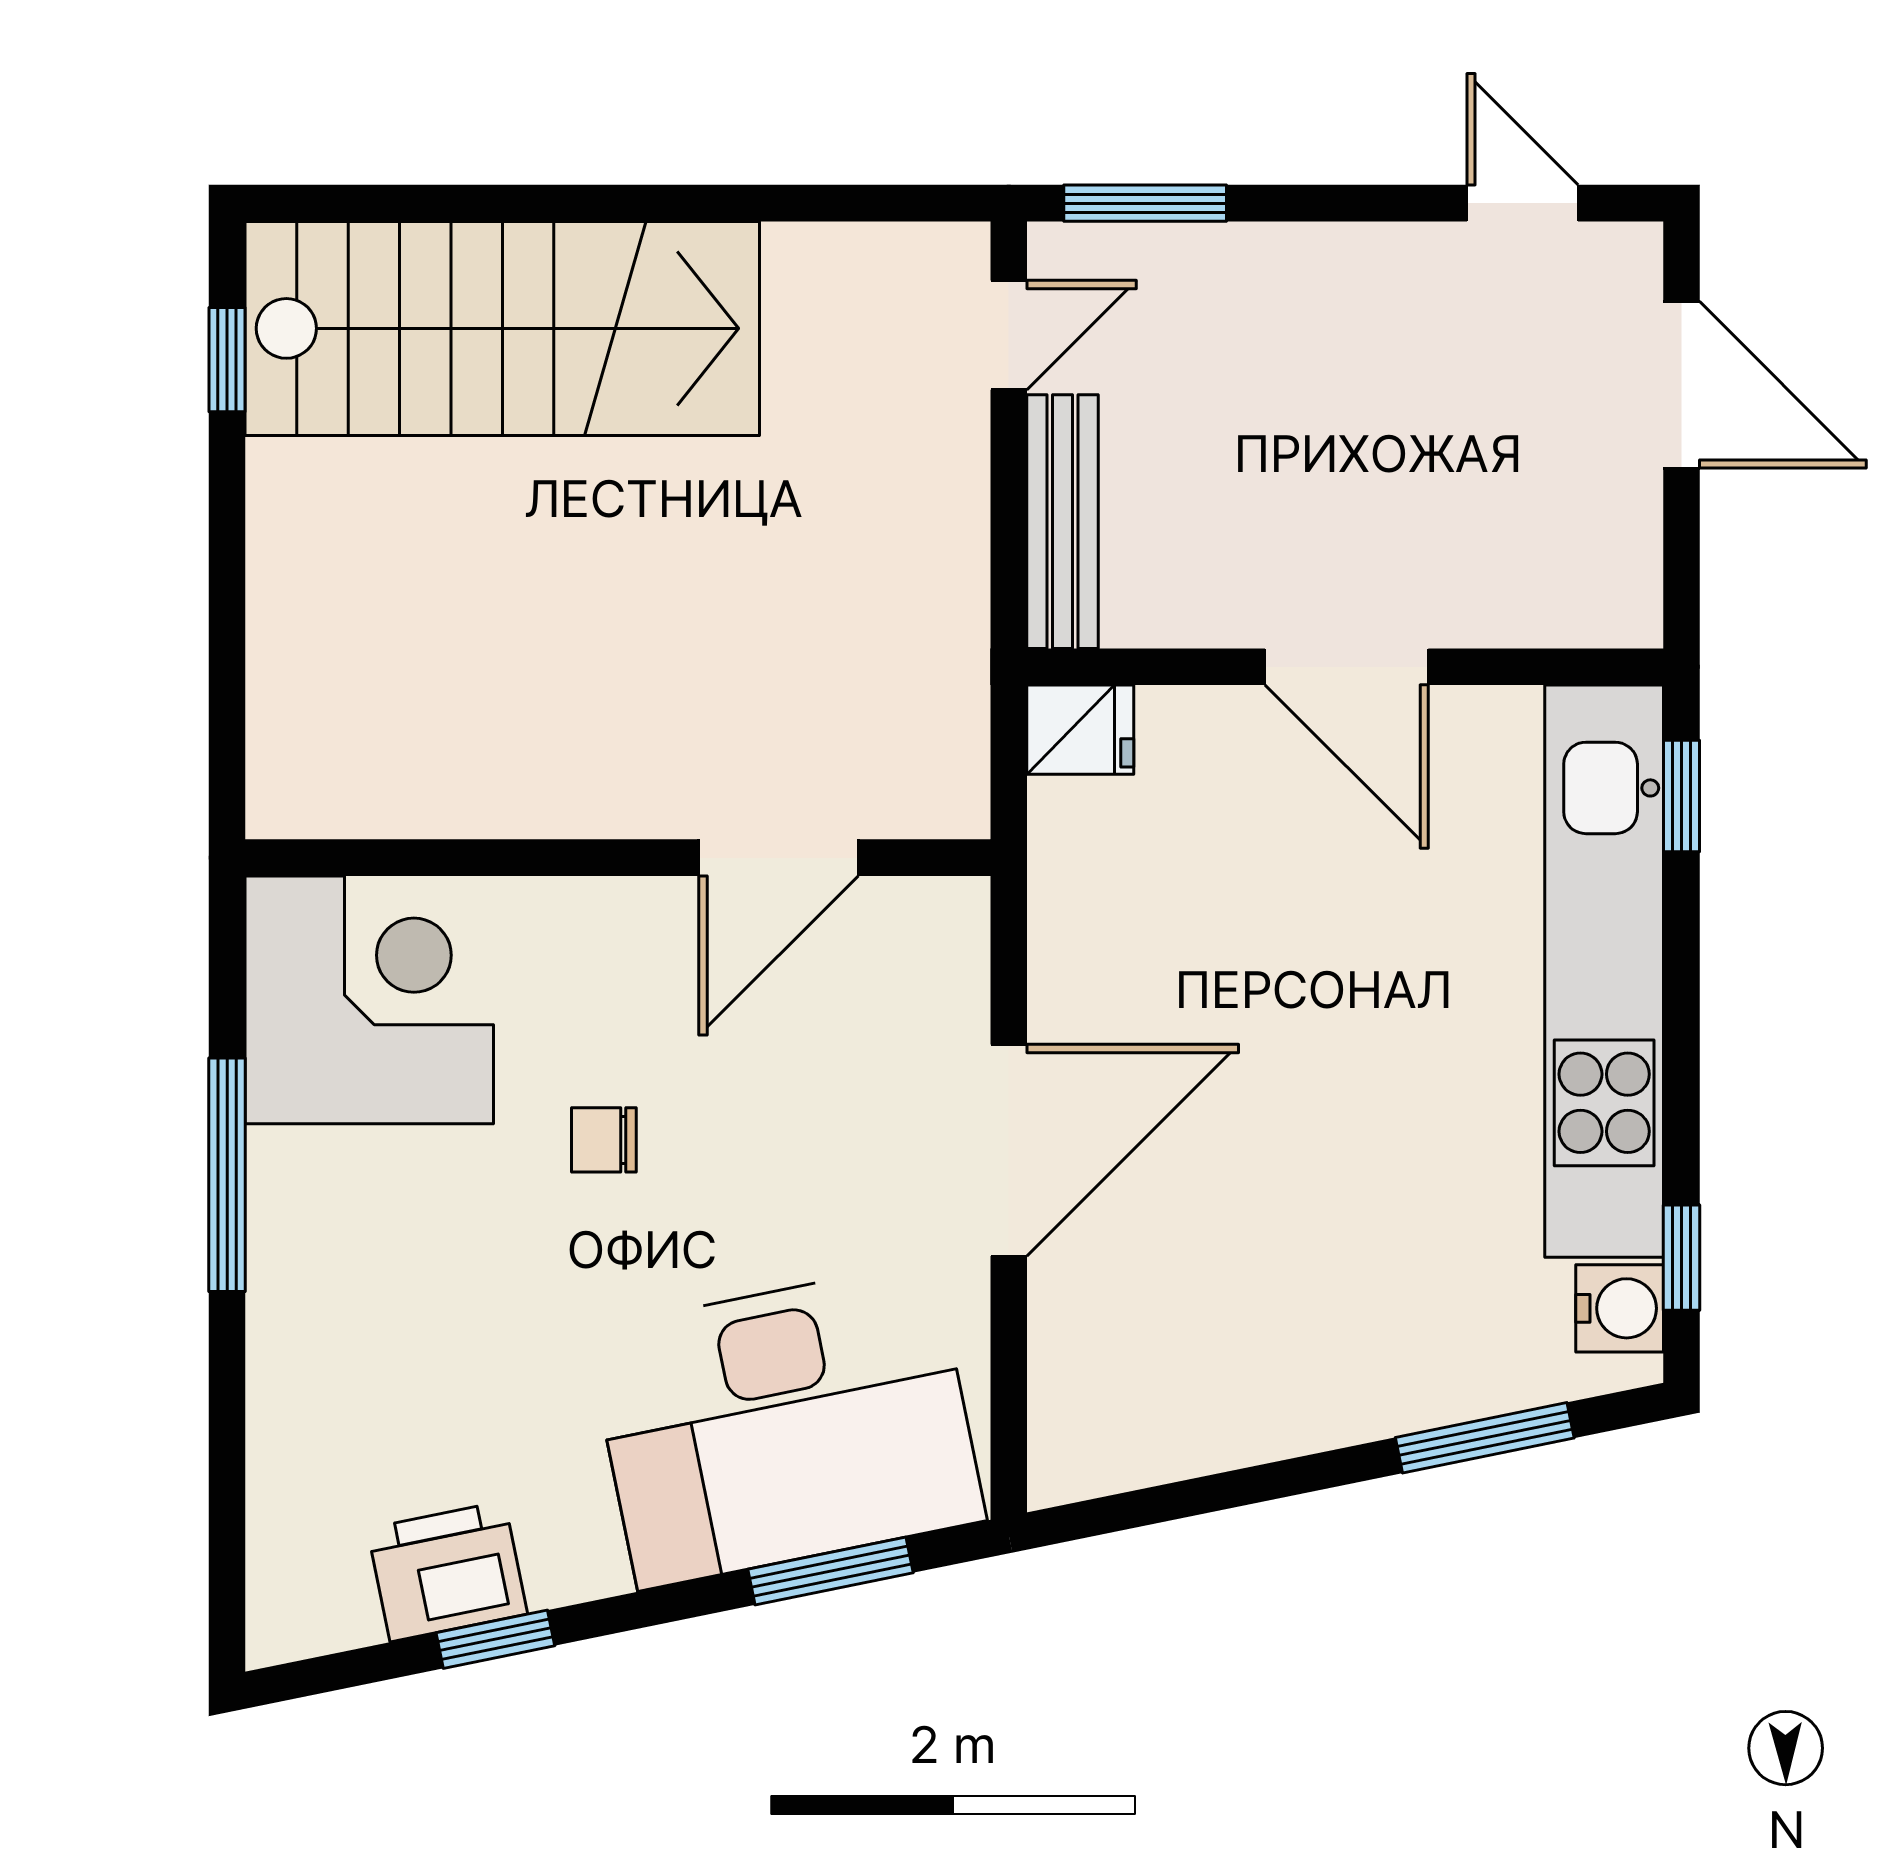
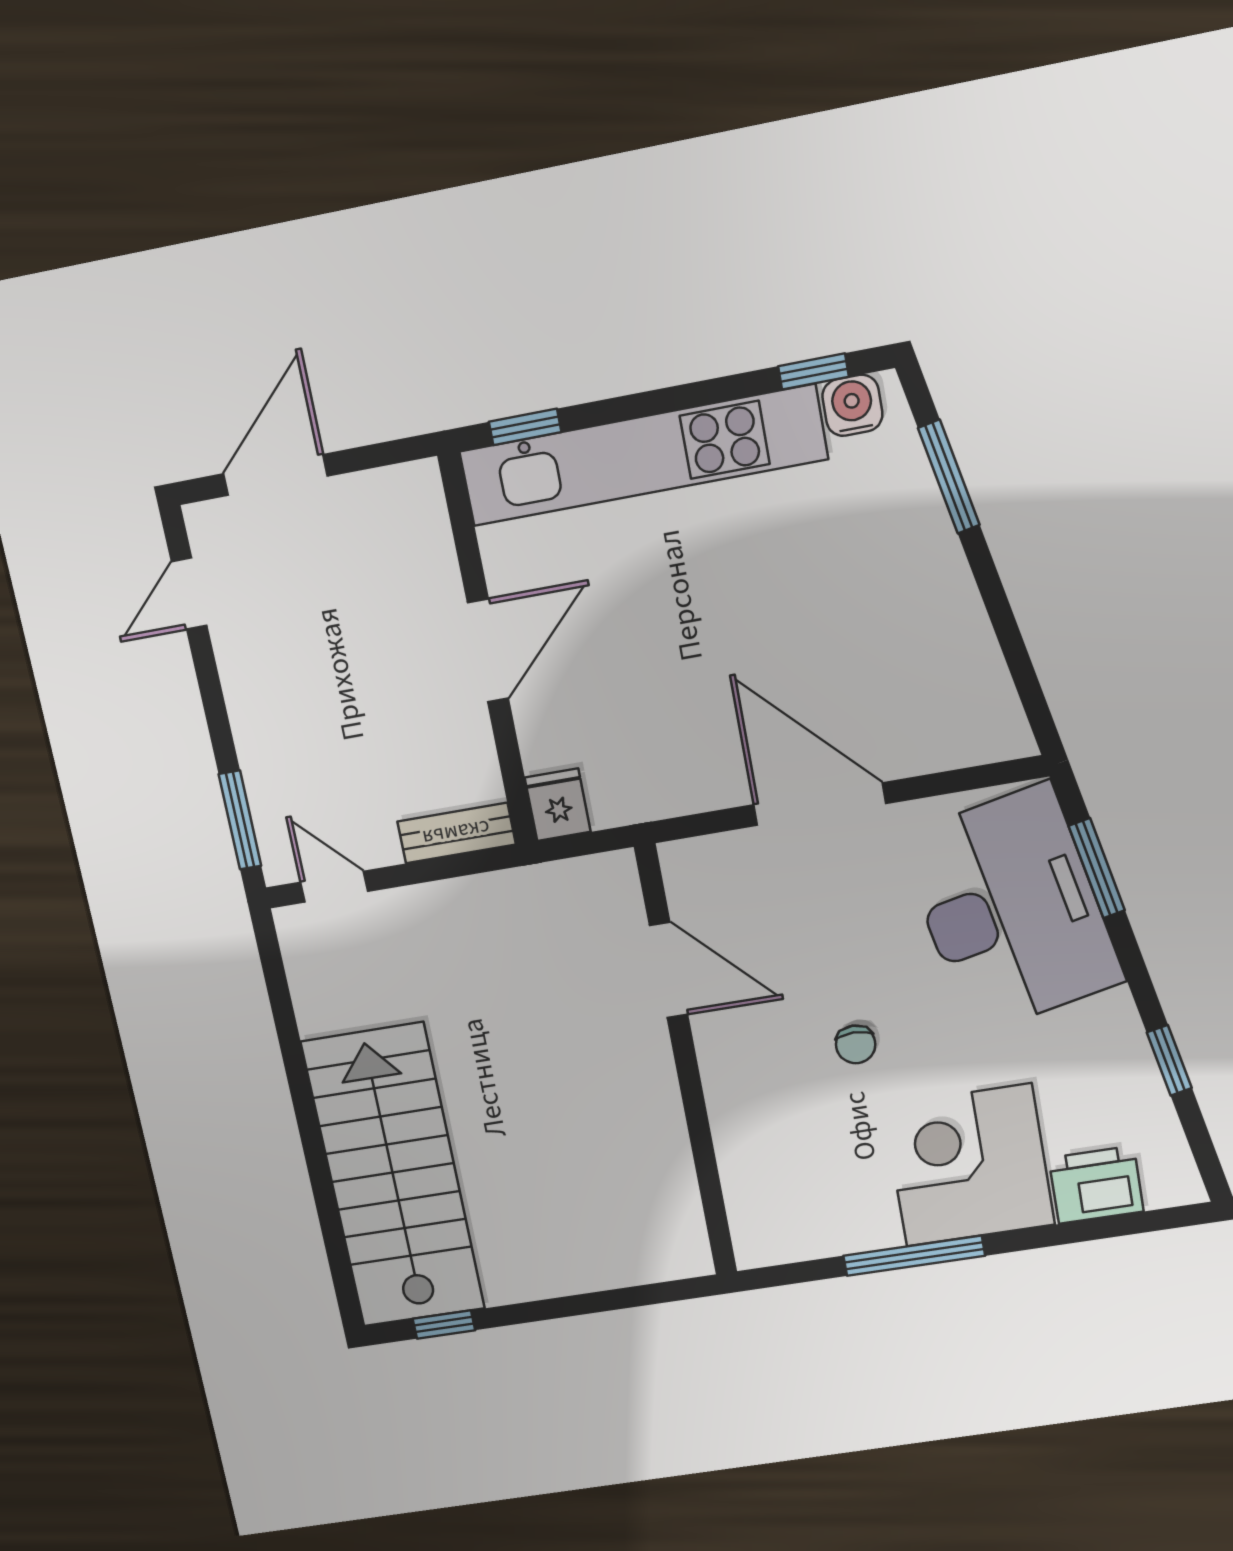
bench: (1063, 522) -> (456, 833), width x0.73
corner desk: (369, 1000) -> (969, 1165), moved
printer: (447, 1571) -> (1096, 1185), moved, turned 102

